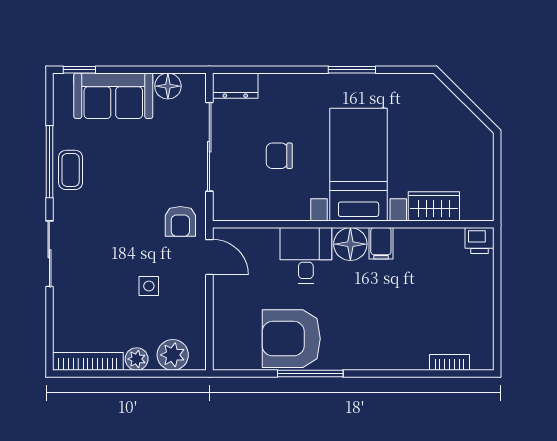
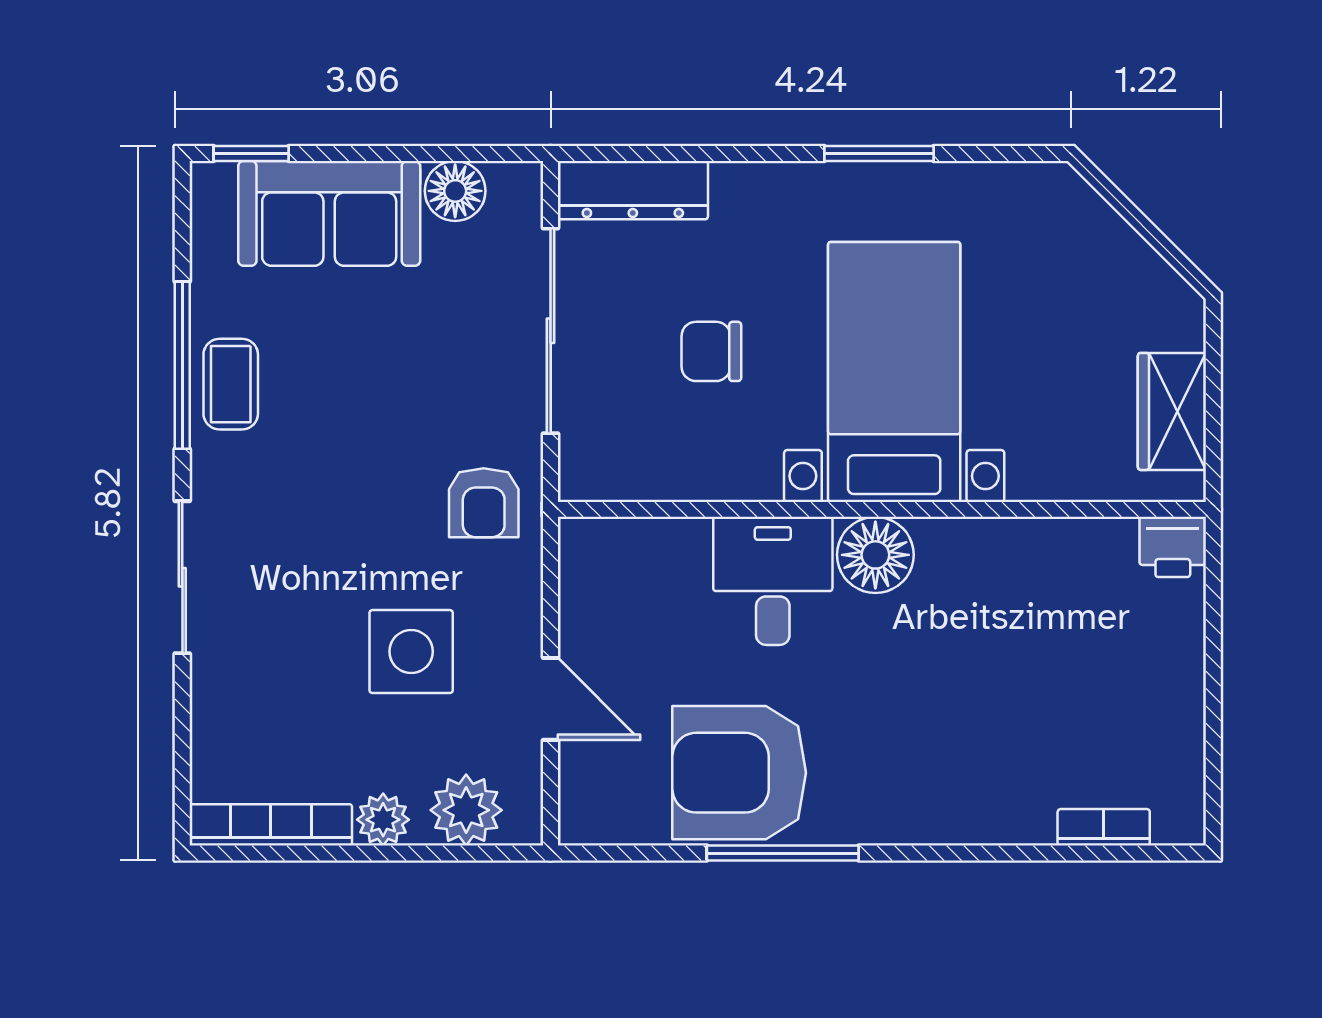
dresser: (235, 86) -> (633, 190), width x1.44
wardrobe: (434, 206) -> (1172, 411), moved, turned -90
filing cabinet: (381, 243) -> (946, 553), removed
door: (209, 257) -> (551, 699), moved
side table: (149, 286) -> (411, 652), width x1.87, depth x1.87

